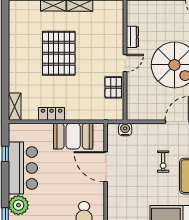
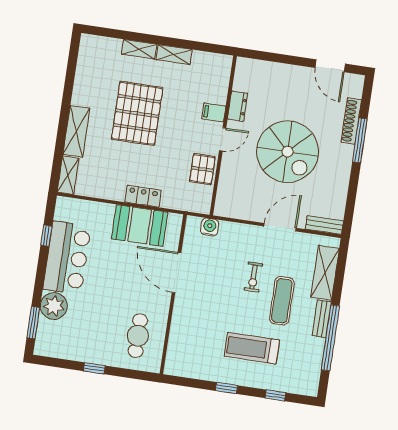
filing cabinet: (116, 44) -> (214, 112), added
shelving: (16, 73) -> (76, 131), added
locker: (52, 114) -> (143, 196), moved

